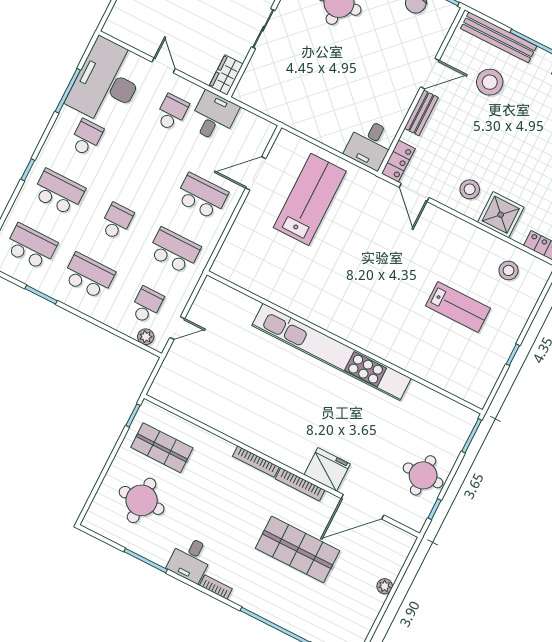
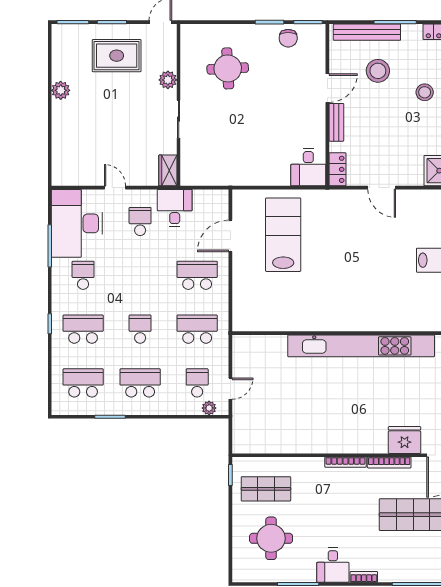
stool: (470, 189) -> (425, 92), moved
door: (414, 192) -> (382, 188), moved

